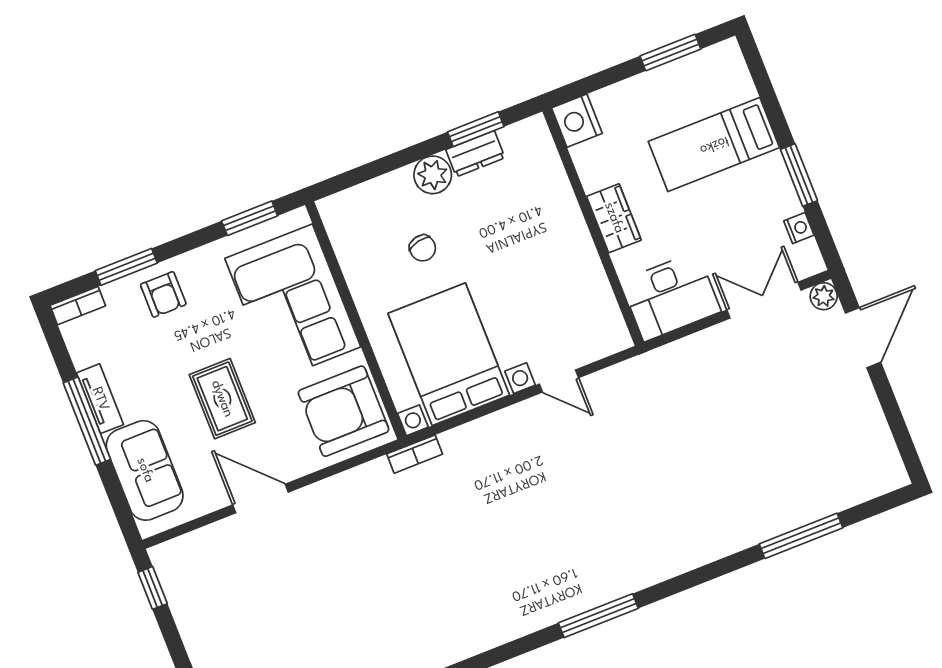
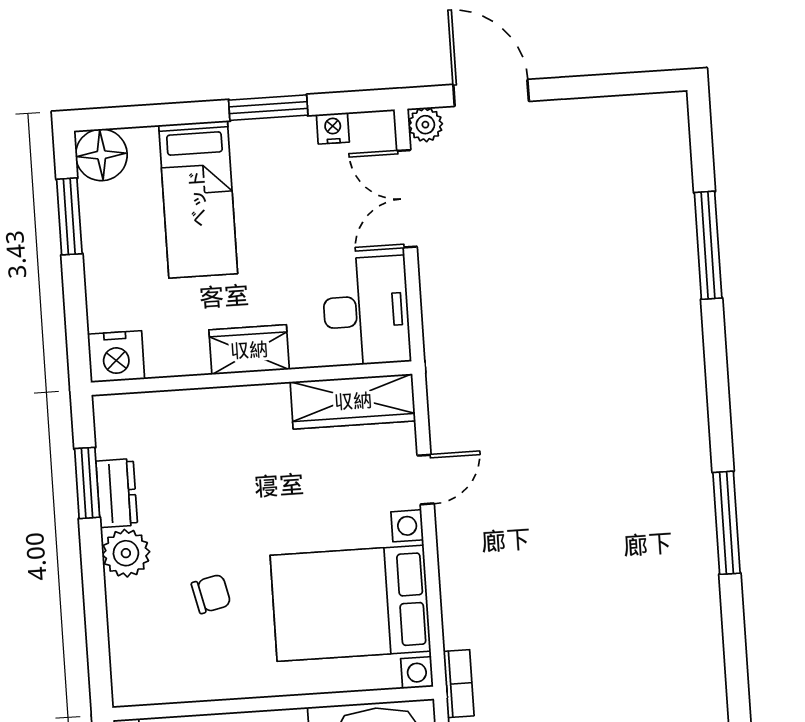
floor lamp: (724, 62) -> (101, 155), added
wardrobe: (600, 308) -> (353, 401), added

